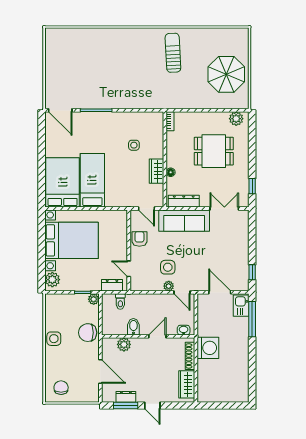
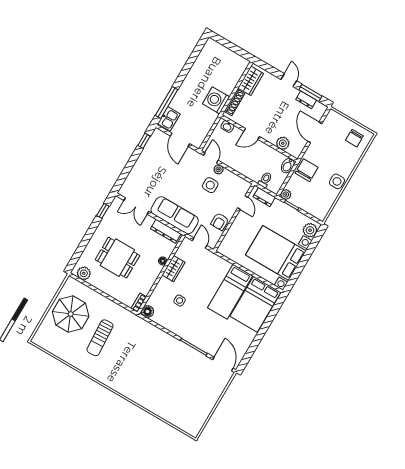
sun lounger: (173, 53) -> (100, 338), moved
floor lamp: (157, 118) -> (148, 312), added
bidet: (133, 327) -> (288, 166), moved
chair: (88, 333) -> (307, 170), turned -90

